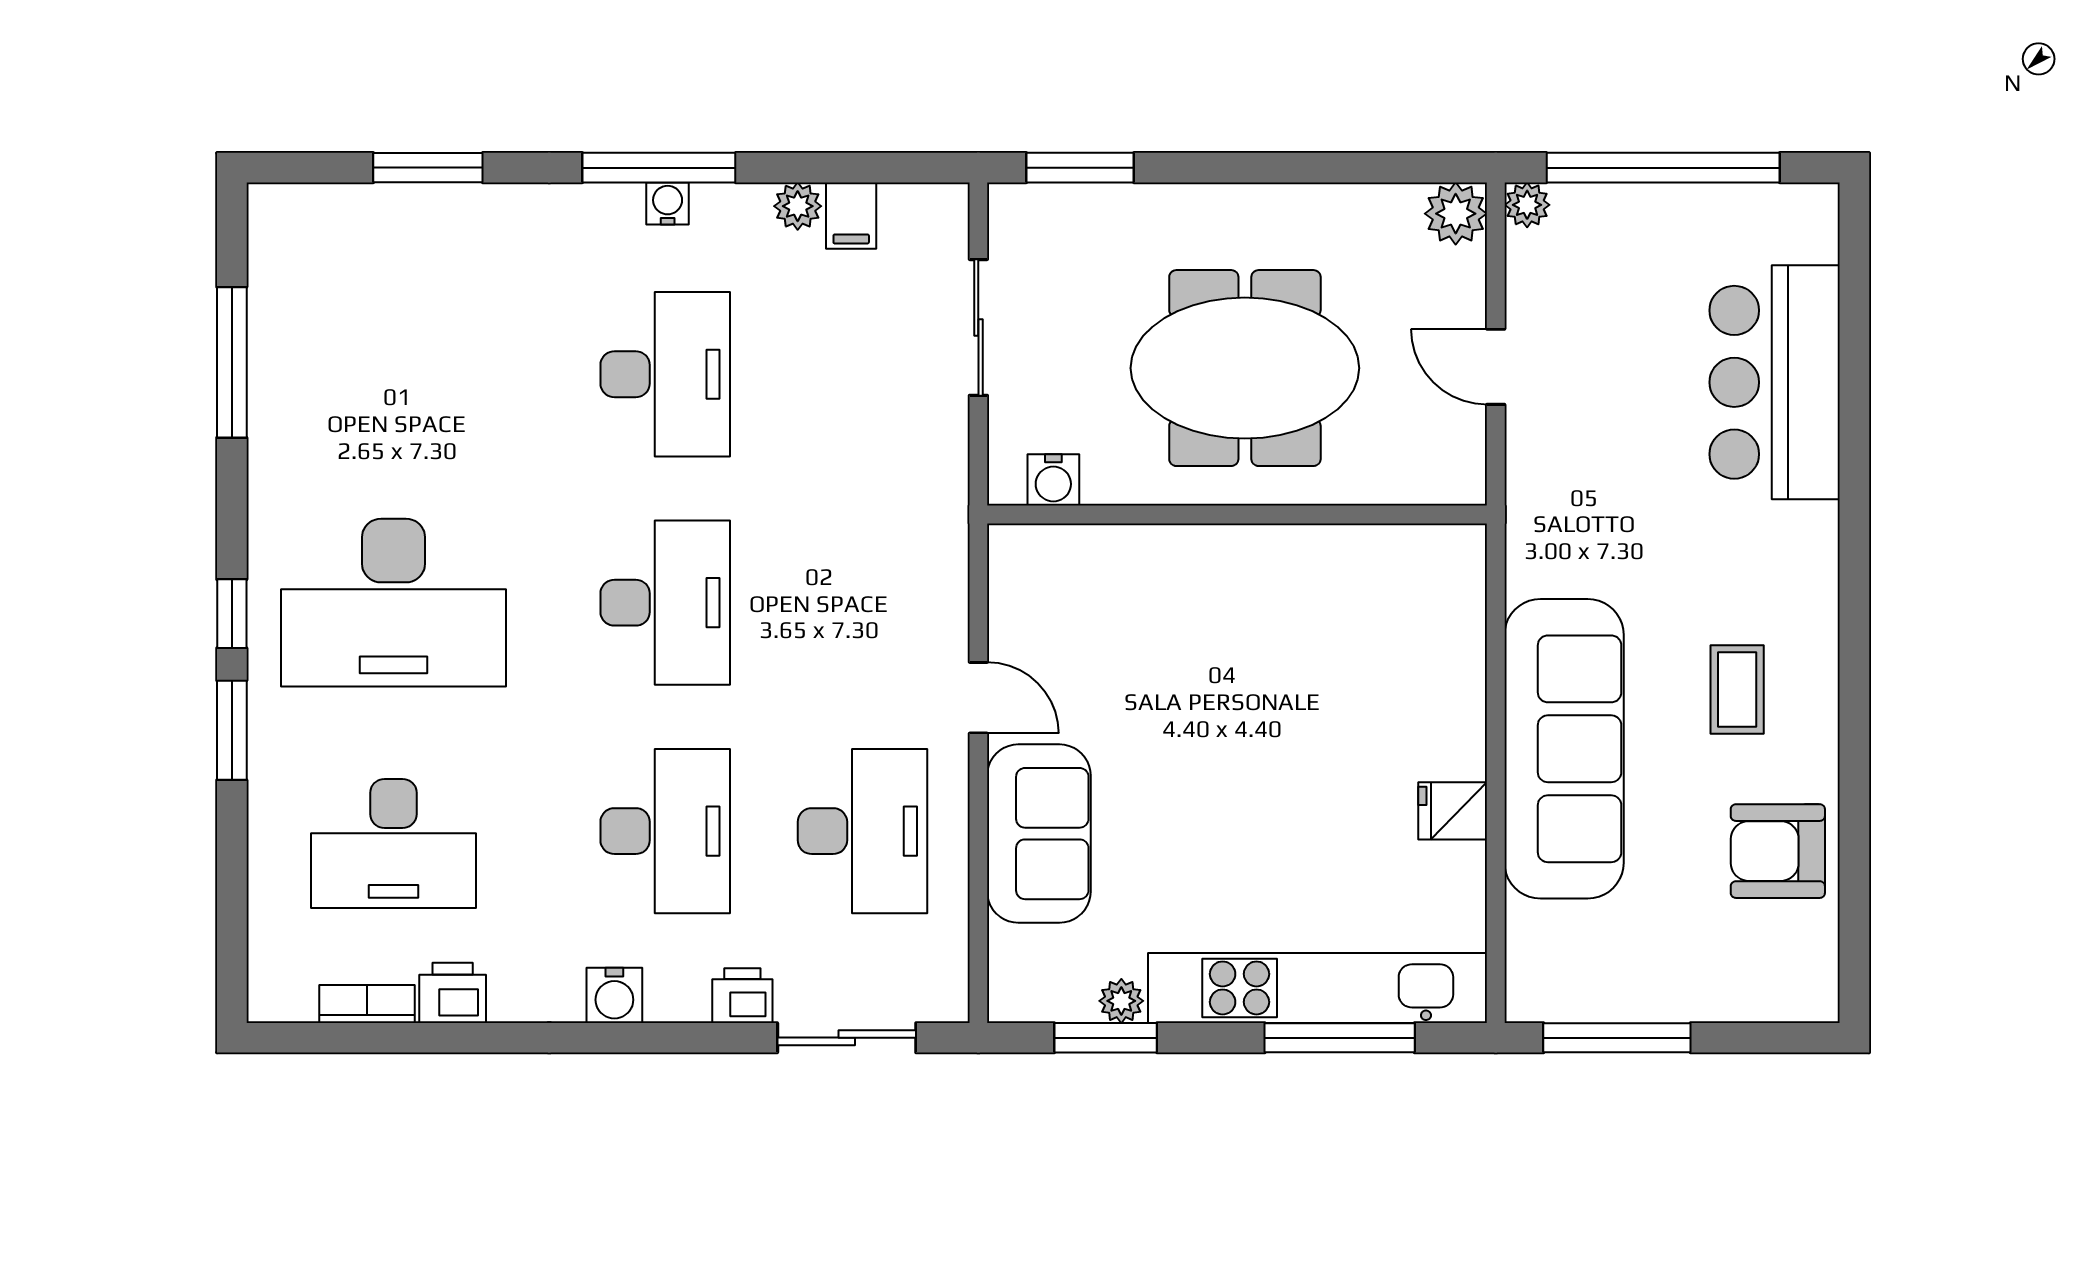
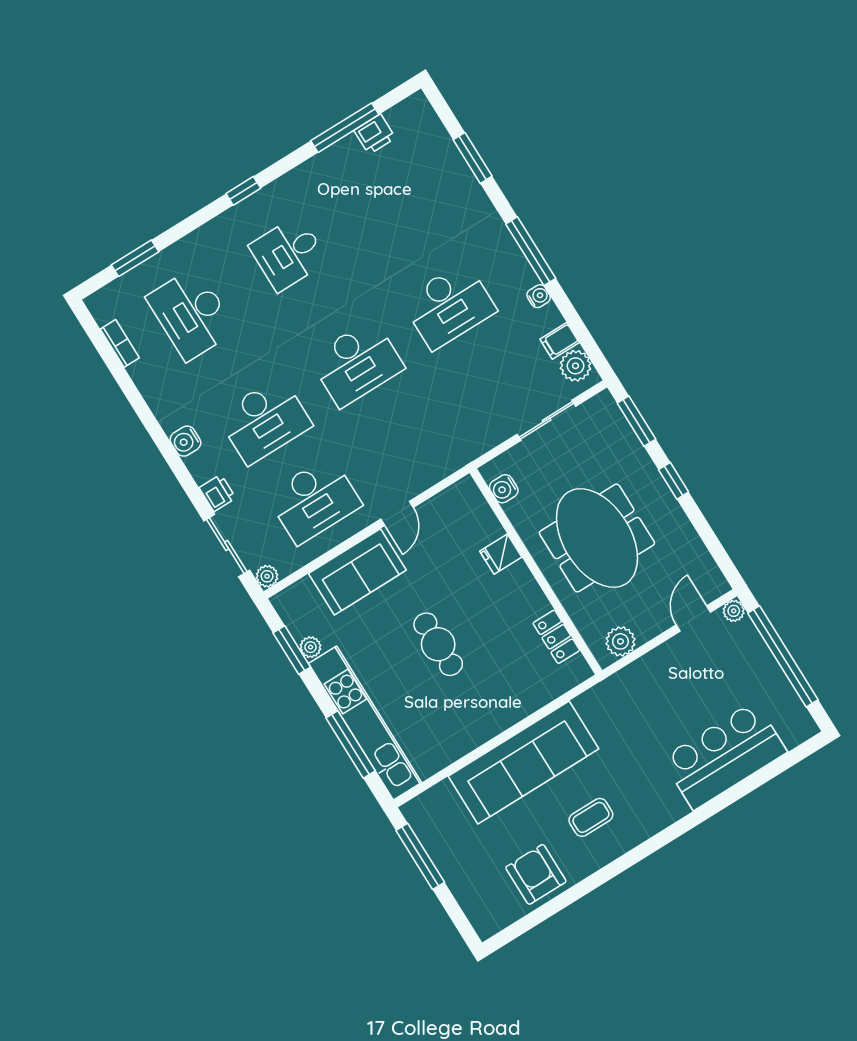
window: (1228, 168) -> (674, 481), added
water cooler: (668, 203) -> (539, 296), moved
plant: (798, 206) -> (575, 366), moved, width x1.38, depth x1.38
plant: (1456, 214) -> (620, 641), moved
door: (1496, 367) -> (693, 618), moved
locker: (1376, 550) -> (556, 637), added
desk: (393, 603) -> (288, 253), width x0.53, depth x0.77
window: (232, 730) -> (135, 258), moved
cafe table: (1258, 770) -> (438, 644), added
fridge: (1453, 811) -> (501, 554), moved, turned -90
printer: (453, 993) -> (375, 134), moved, turned 90
plant: (946, 1000) -> (267, 576), added

